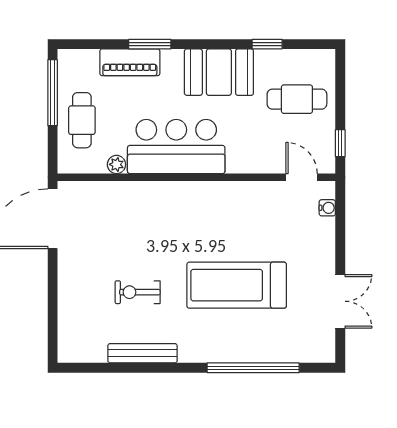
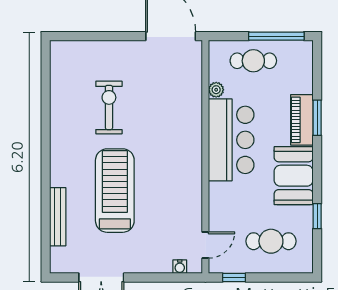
piano: (130, 62) -> (302, 120), moved
cafe table: (297, 99) -> (271, 241), turned 90
exercise bike: (138, 292) -> (109, 107), width x1.38, depth x1.39
bench: (143, 353) -> (58, 217), moved
window: (253, 368) -> (46, 204), removed

